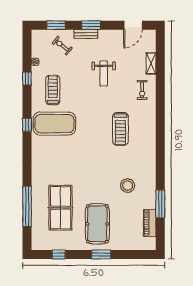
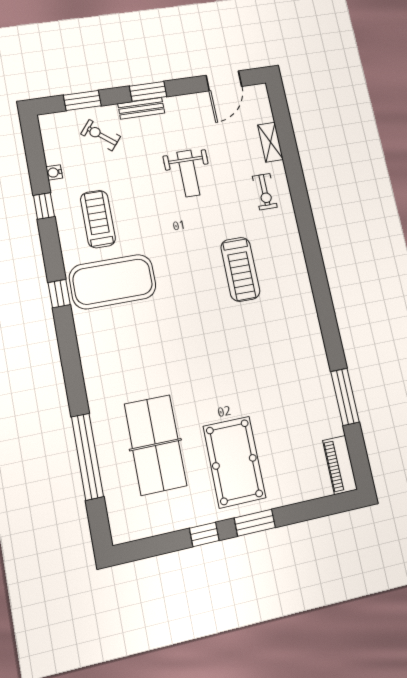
stool: (128, 186) -> (277, 374), removed
piano: (150, 223) -> (340, 465), moved
window: (59, 254) -> (204, 534), moved

